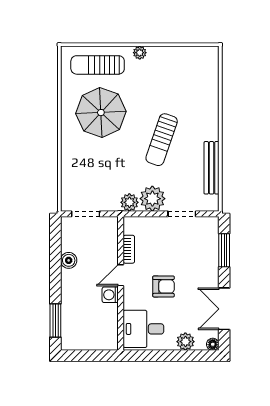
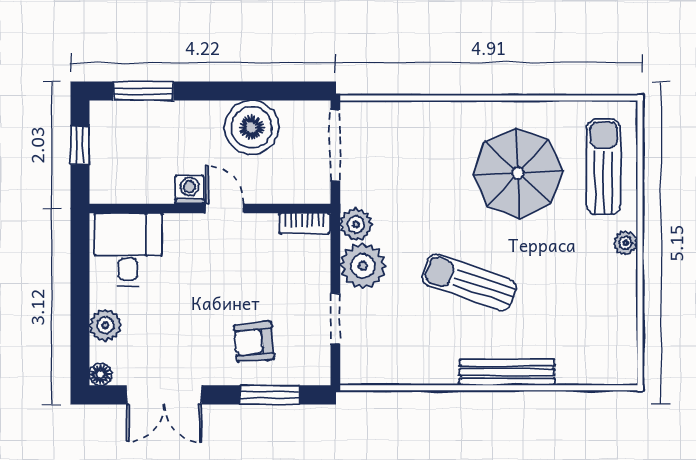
bench: (212, 168) -> (507, 372), moved
doorway: (86, 214) -> (335, 145), width x1.38
bookcase: (129, 249) -> (305, 223), moved
boiler: (69, 260) -> (252, 127), width x1.86, depth x1.86
armchair: (163, 286) -> (254, 342), moved, turned 85
double door: (224, 309) -> (164, 395), swing flipped
window: (86, 356) -> (80, 145), added

